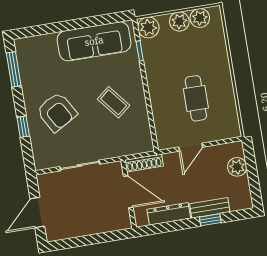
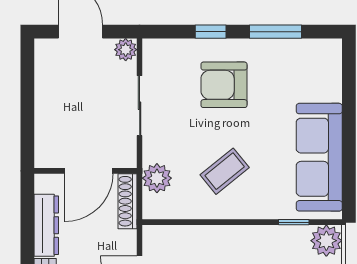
window: (14, 69) -> (276, 32), moved
armchair: (57, 112) -> (224, 85), turned 30
plant: (126, 146) -> (157, 178), added
plant: (44, 181) -> (126, 50), added

